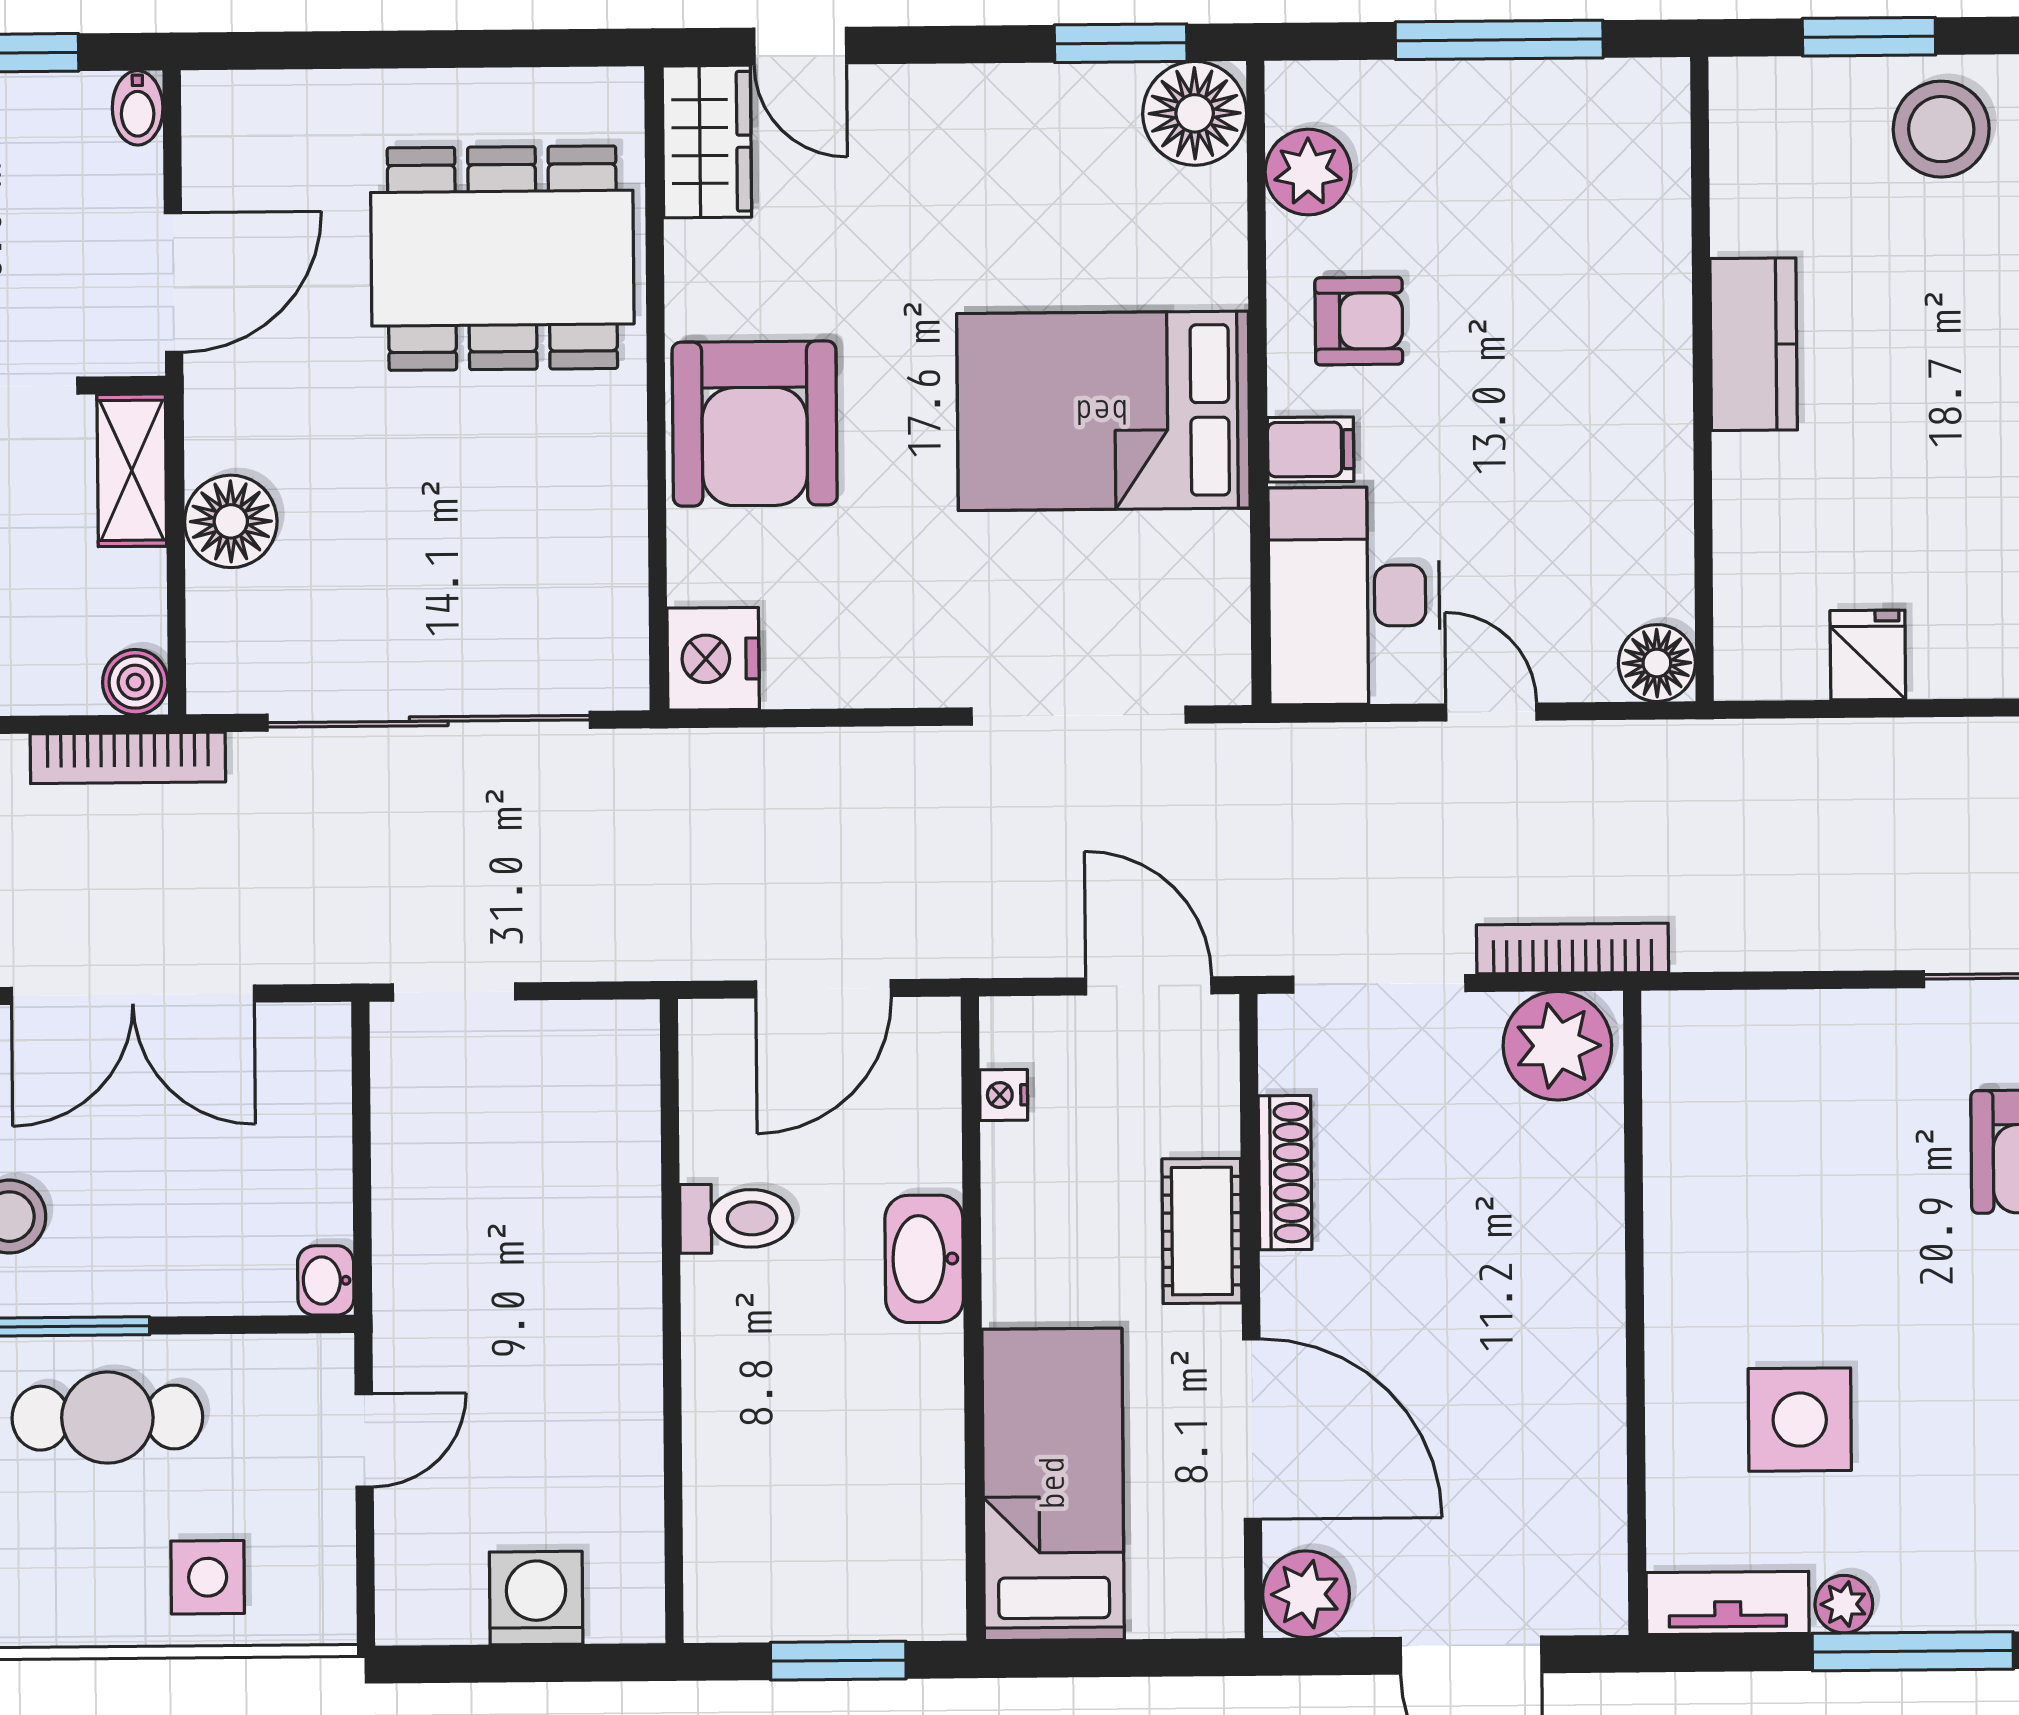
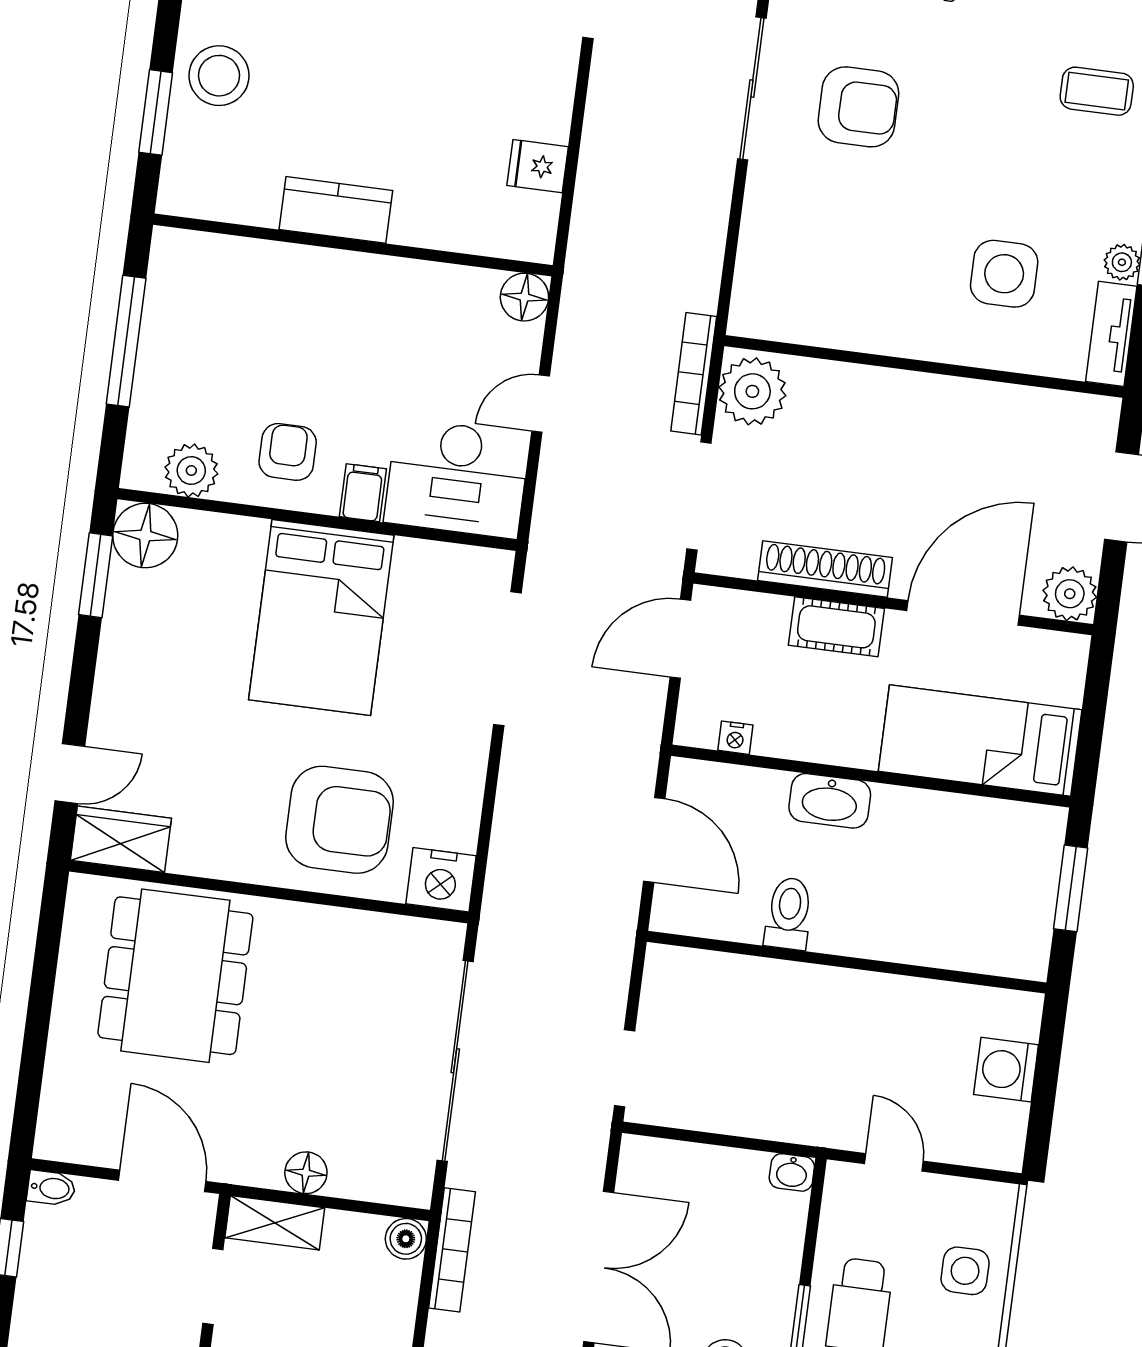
armchair: (755, 424) -> (339, 820), moved
floor lamp: (231, 521) -> (306, 1173), width x0.73, depth x0.73
shoe rack: (1285, 1173) -> (825, 569), width x1.36, depth x1.24

